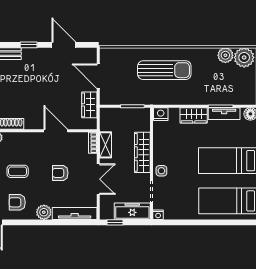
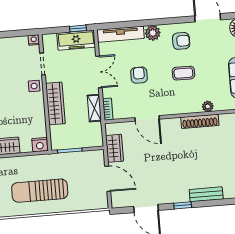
armchair: (60, 173) -> (139, 75), turned -90
double door: (98, 179) -> (99, 72), swing flipped
freezer: (132, 211) -> (76, 40), moved

